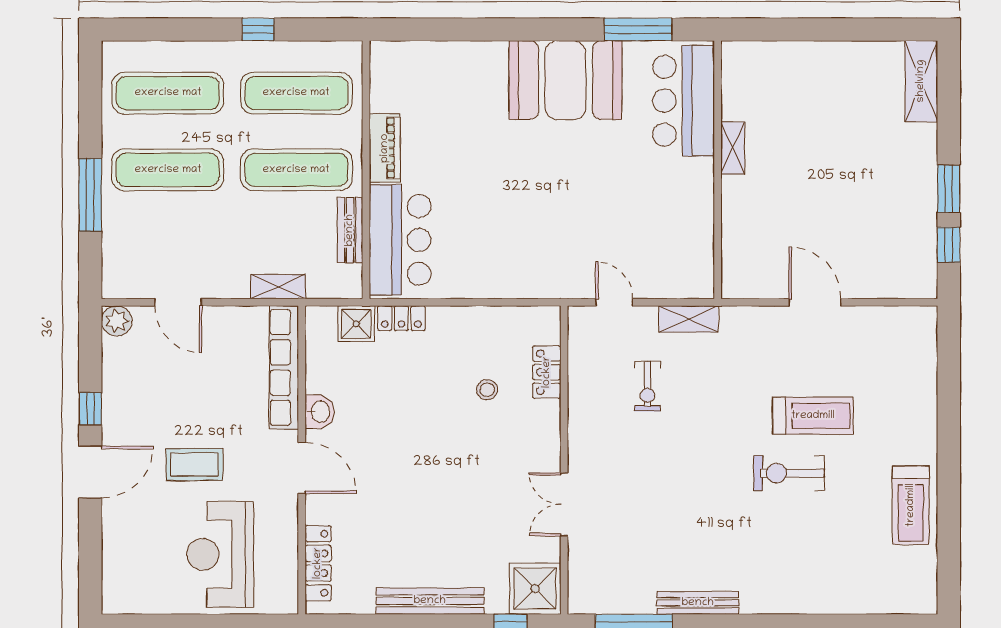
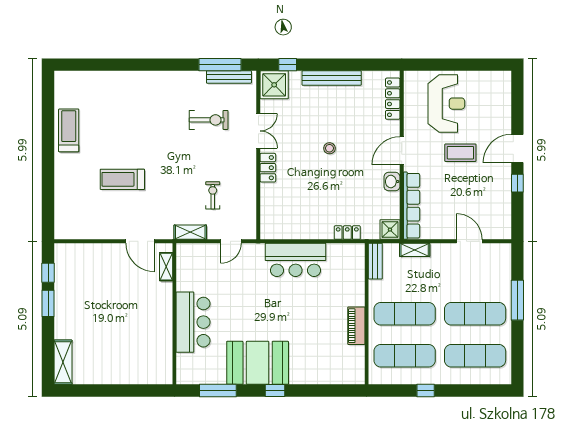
window: (534, 29) -> (275, 391), added
bar counter: (683, 101) -> (193, 322), moved
shelving: (733, 148) -> (166, 267), moved
bench: (350, 230) -> (375, 261), moved
bar counter: (400, 240) -> (296, 260), moved, turned -90
door: (614, 302) -> (231, 241), hinge flipped
door: (815, 302) -> (140, 241), moved
plant: (117, 321) -> (503, 231), removed
shower: (356, 324) -> (390, 230), moved
locker: (547, 372) -> (268, 168), moved
stool: (487, 390) -> (329, 148), moved
door: (302, 468) -> (402, 151), hinge flipped
exercise bike: (789, 473) -> (209, 120), moved
bench: (698, 603) -> (229, 77), moved

